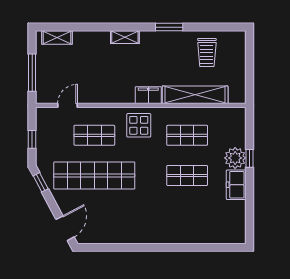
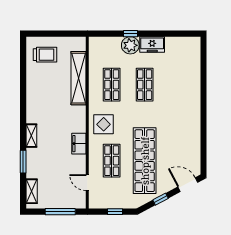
window: (169, 27) -> (23, 162), moved
trolley: (207, 52) -> (45, 55), moved
filing cabinet: (148, 95) -> (79, 144), moved
window: (41, 182) -> (161, 199), moved

